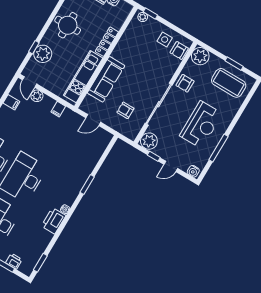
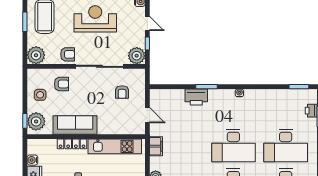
plant: (143, 17) -> (36, 121), width x1.88, depth x1.88
armchair: (179, 51) -> (61, 84), moved
sofa: (106, 79) -> (75, 125), moved
filing cabinet: (58, 109) -> (156, 146), width x2.00
printer: (54, 221) -> (196, 97), moved

